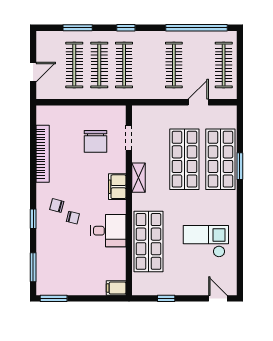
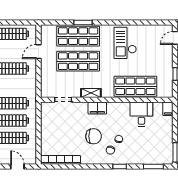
door: (198, 102) -> (38, 52), hinge flipped
chair: (95, 141) -> (94, 136), moved
bookcase: (43, 154) -> (60, 160), moved
desk: (108, 231) -> (141, 114), moved
checkout: (206, 241) -> (125, 43), moved

